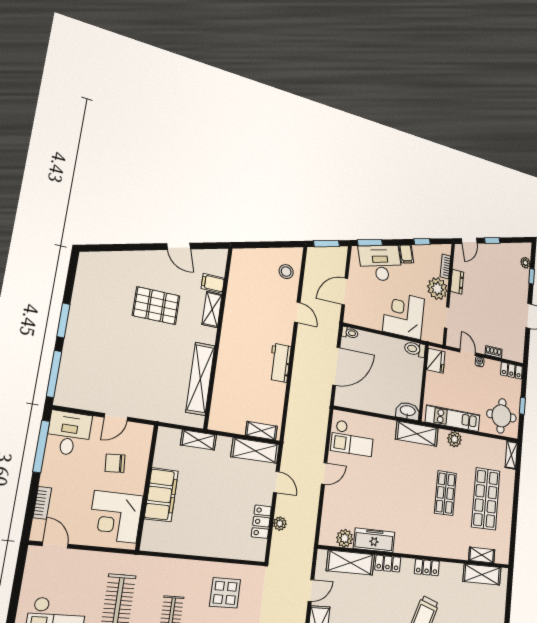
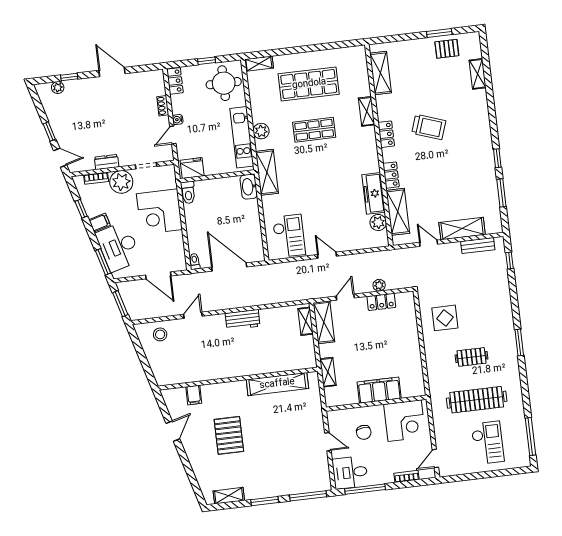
shelving: (212, 309) -> (229, 496), moved
shelving: (482, 555) -> (367, 111), moved

